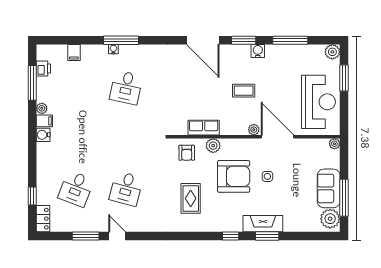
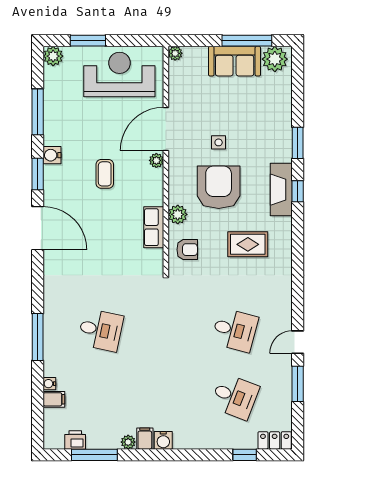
door: (203, 40) -> (38, 228), hinge flipped
water cooler: (113, 49) -> (49, 384), moved
fireplace: (263, 224) -> (281, 190), moved

